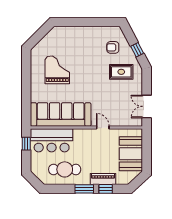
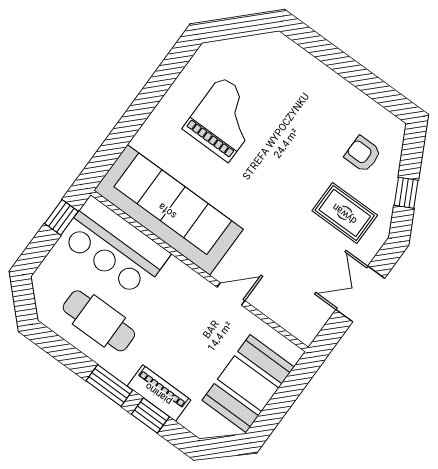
double door: (147, 106) -> (360, 294), moved
door: (103, 128) -> (231, 294), hinge flipped

